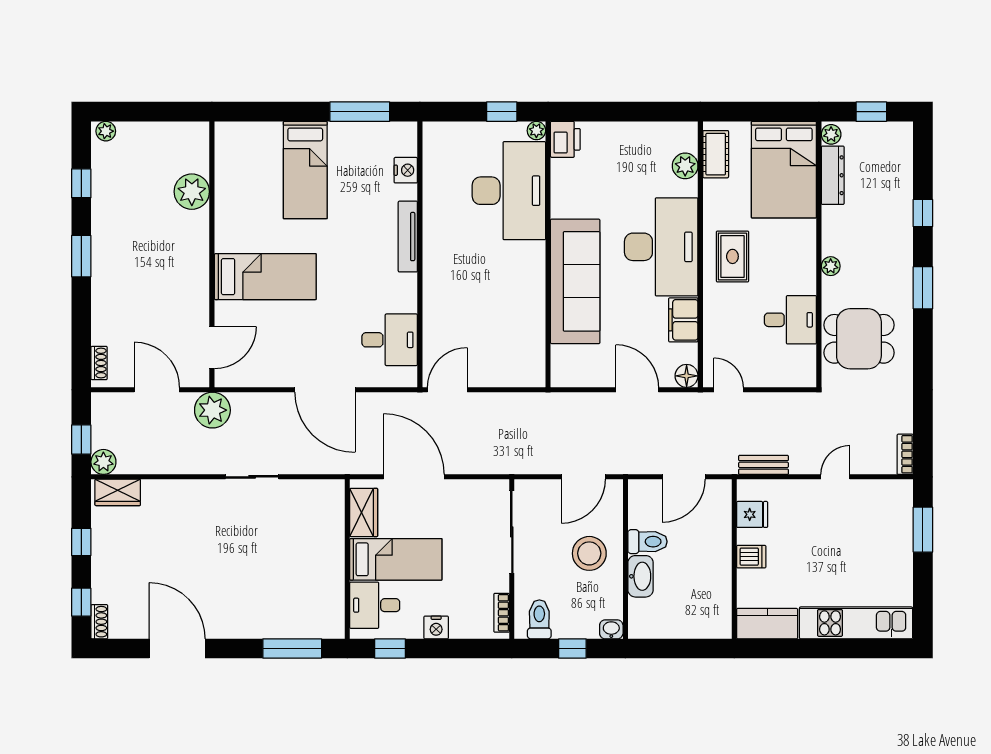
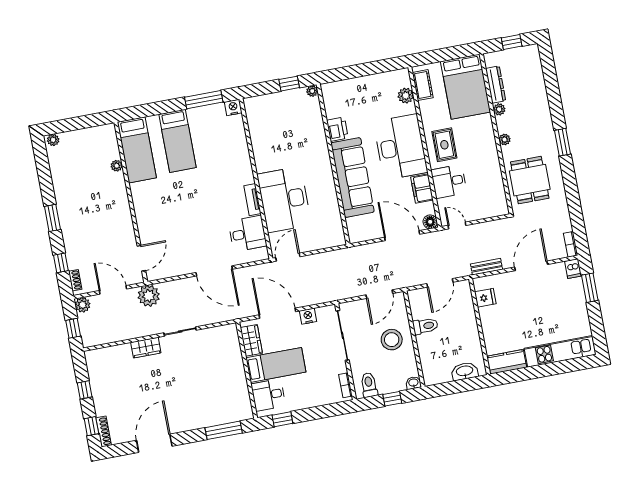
plant: (831, 134) -> (499, 109), moved
printer: (565, 139) -> (337, 129), moved
nightstand: (406, 170) -> (233, 107), moved, turned -90
window: (81, 183) -> (61, 263), moved
desk: (509, 191) -> (284, 200), moved, turned 180
plant: (192, 192) -> (117, 166), width x0.53, depth x0.53
window: (923, 213) -> (554, 97), removed
tv unit: (408, 237) -> (252, 200), moved, width x0.71
bed: (265, 277) -> (137, 150), moved, turned 90
desk: (790, 320) -> (449, 181), moved, turned 180
dining table: (859, 339) -> (530, 180), turned 90
door: (637, 390) -> (402, 236), width x1.36
plant: (103, 462) -> (83, 305), moved
door: (835, 477) -> (531, 266), width x1.87
wardrobe: (118, 492) -> (146, 348), moved
dishwasher: (751, 557) -> (573, 269), moved, turned 90
washbasin: (641, 576) -> (465, 371), moved, turned -90
shoe rack: (99, 622) -> (104, 431), width x1.43
nightstand: (436, 627) -> (308, 316), moved, turned 180
door: (177, 649) -> (154, 443), hinge flipped

